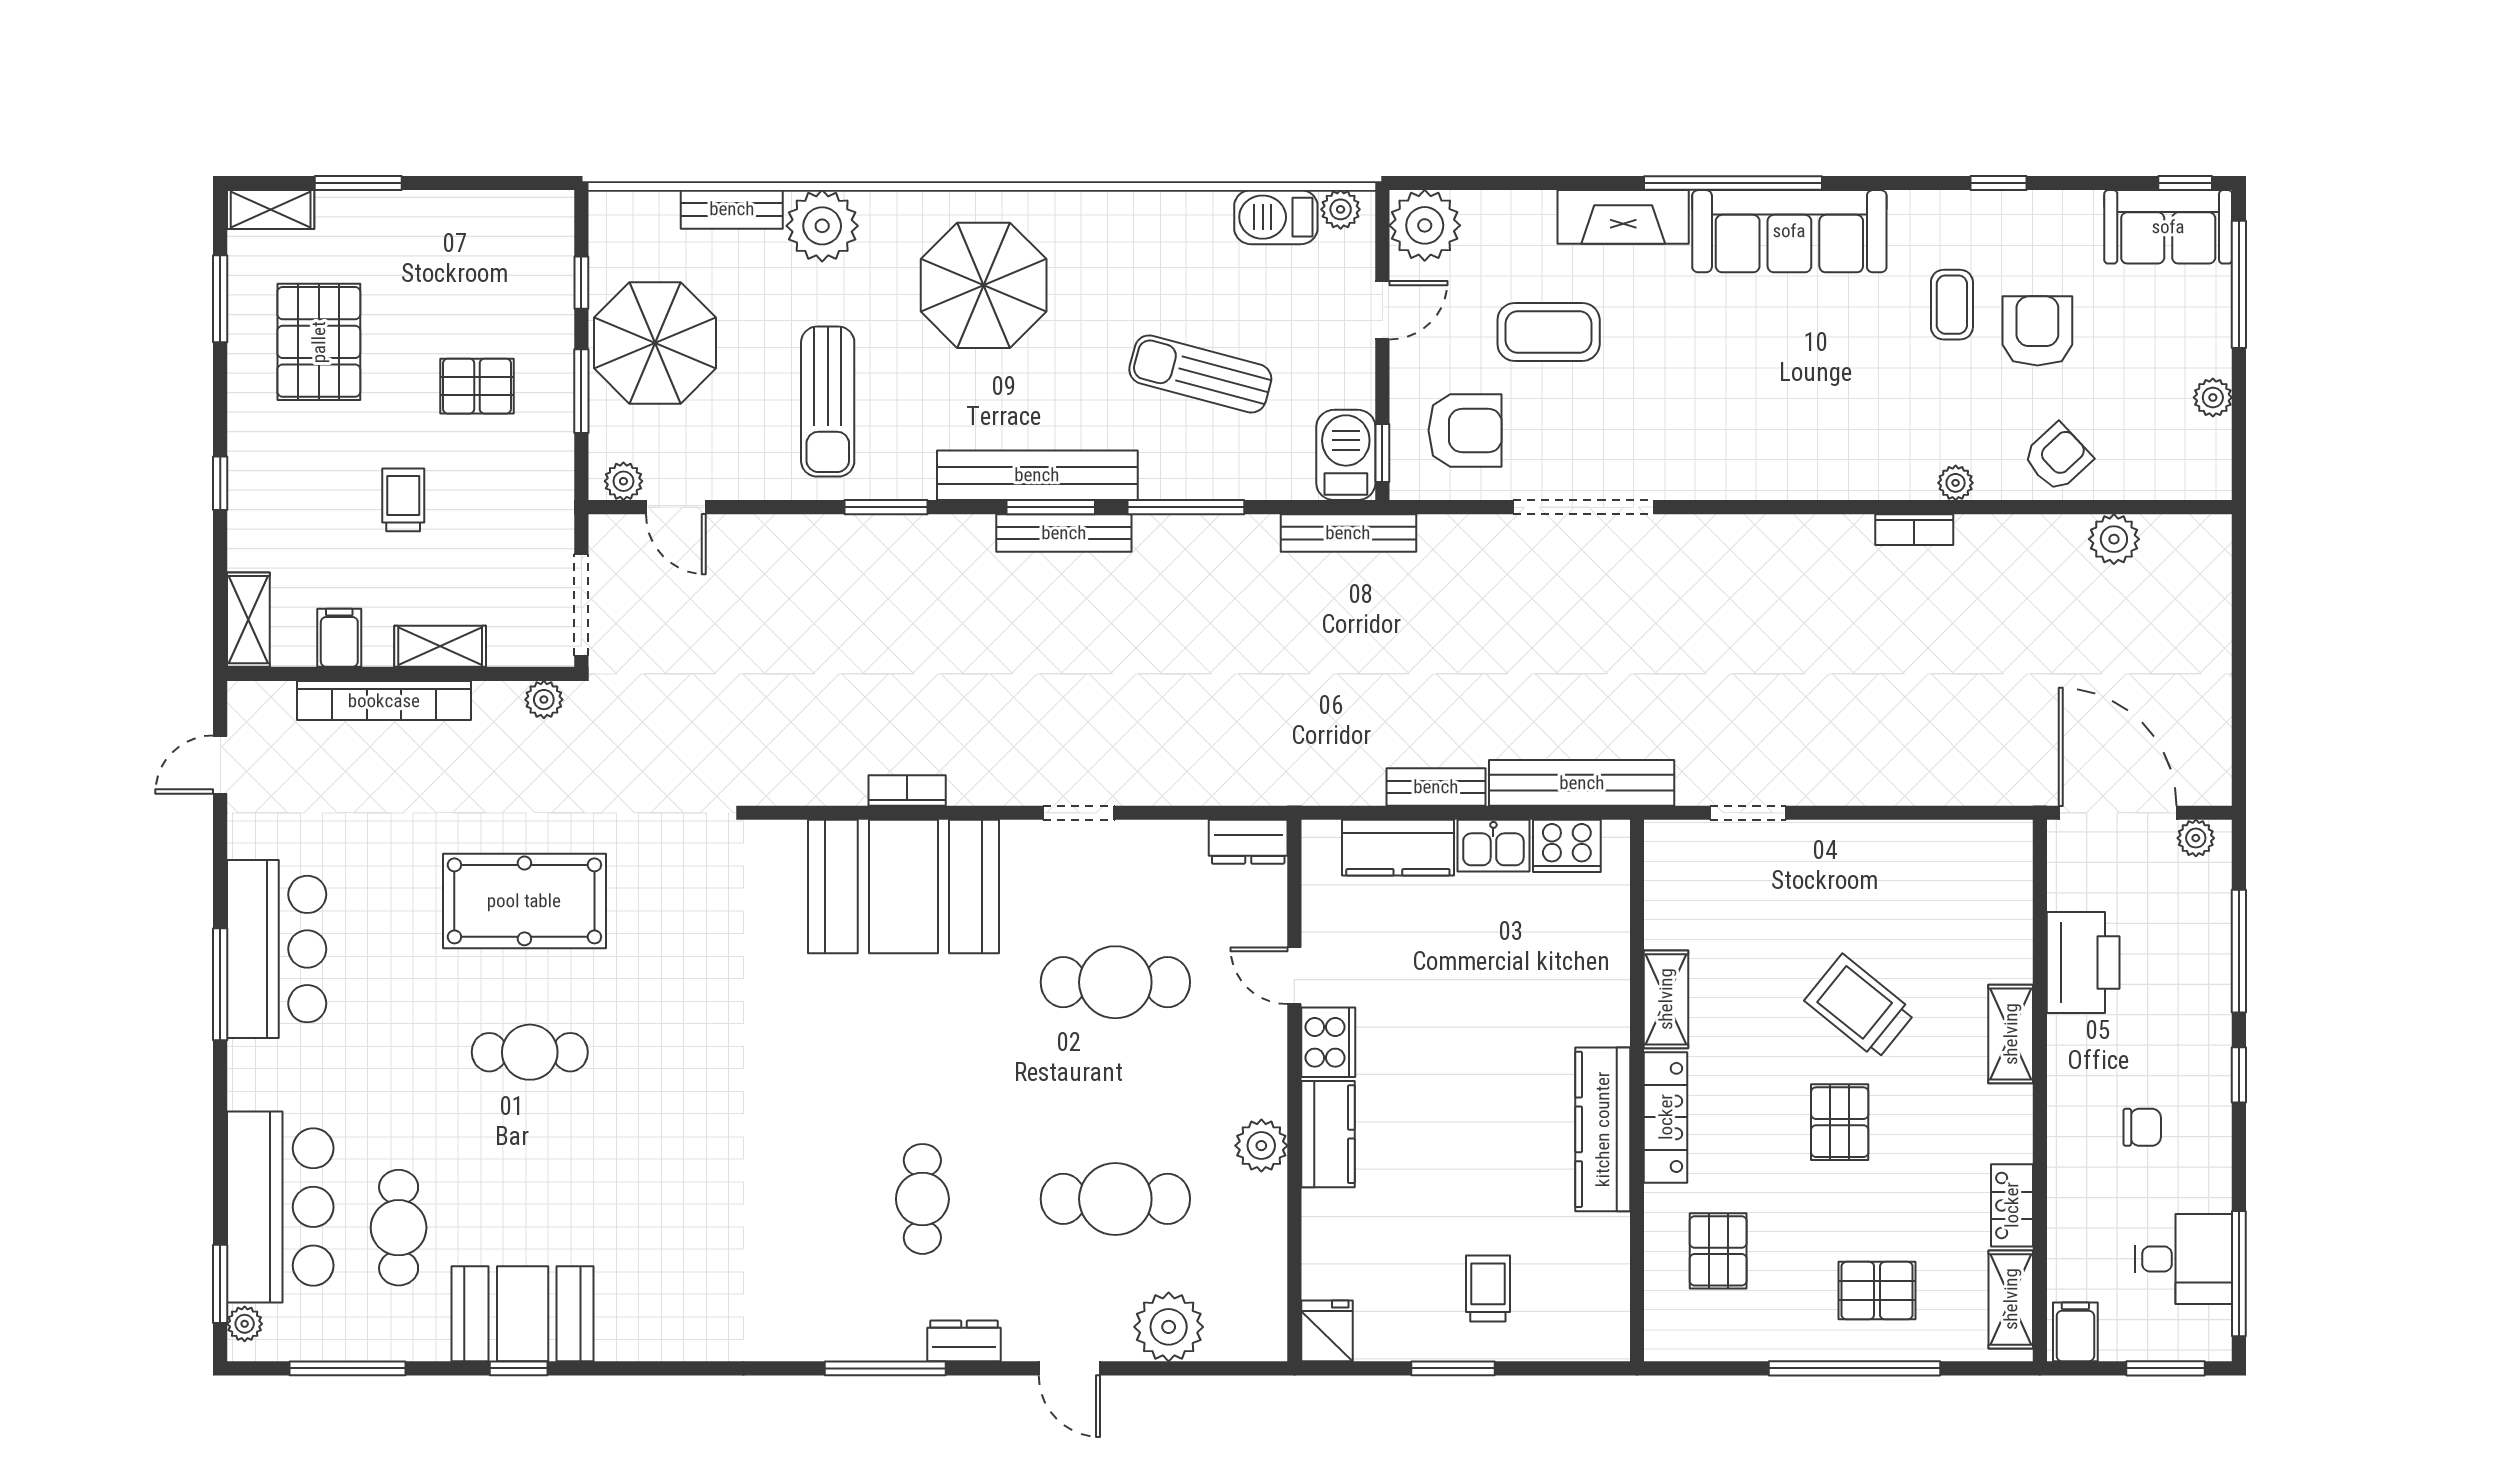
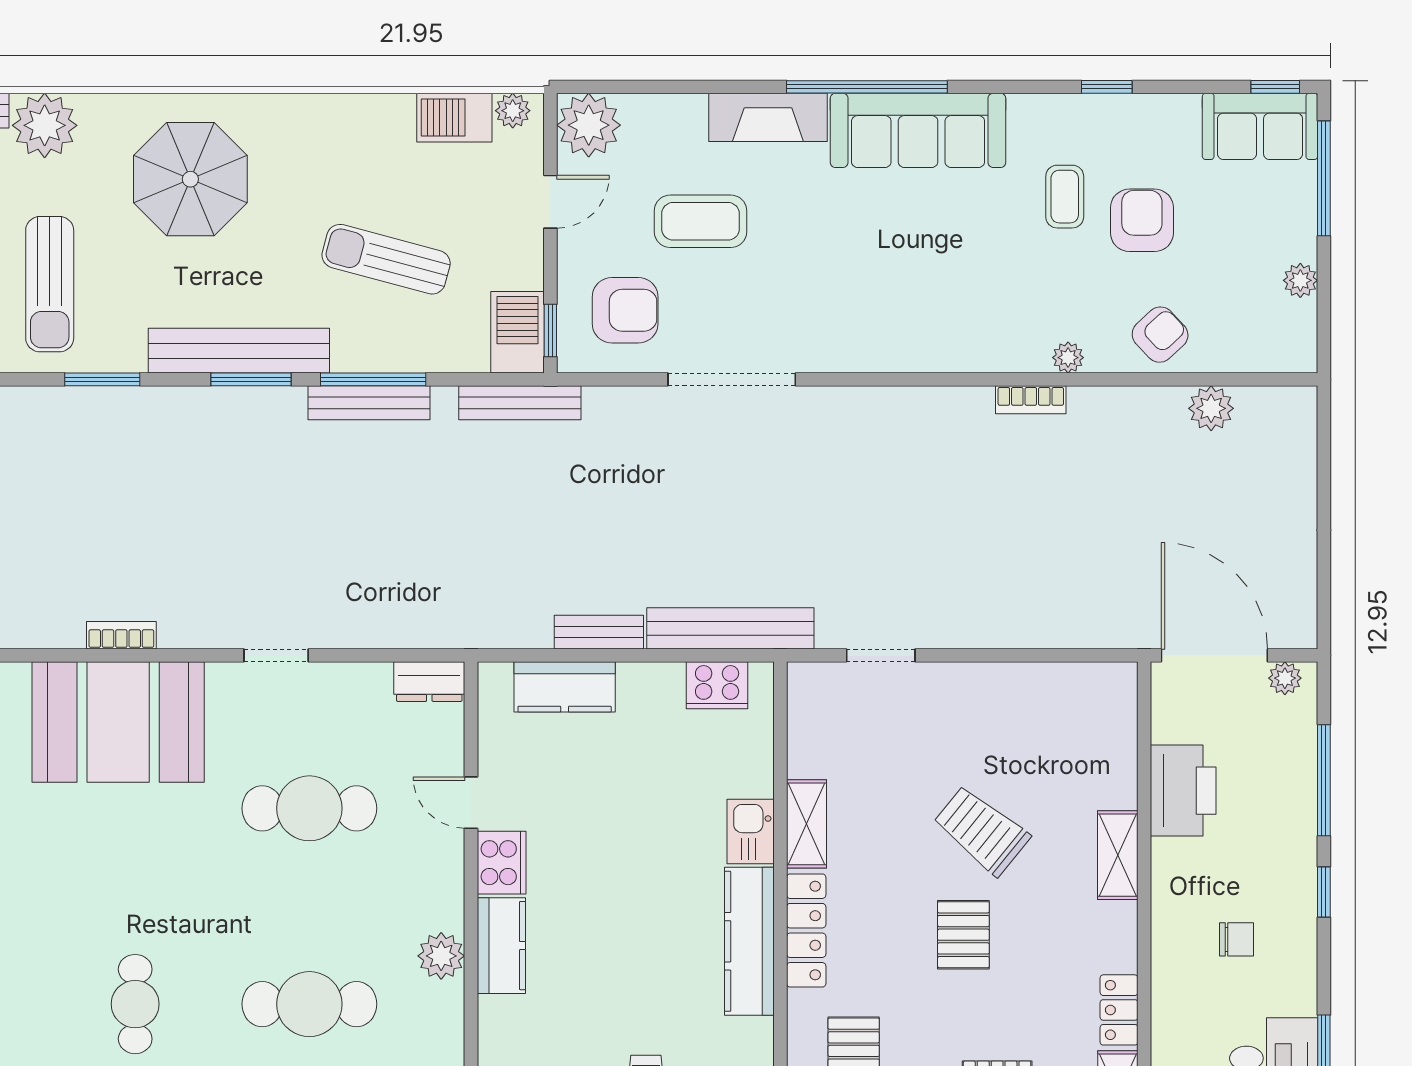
bench: (1064, 533) -> (369, 403), moved
kitchen sink: (1493, 846) -> (751, 831), moved, turned 90

